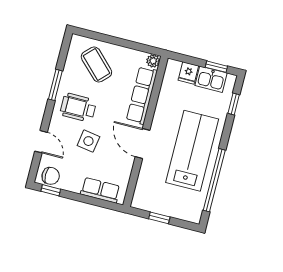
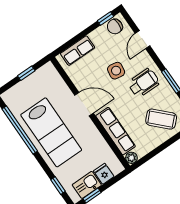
door: (41, 142) -> (142, 40), hinge flipped

